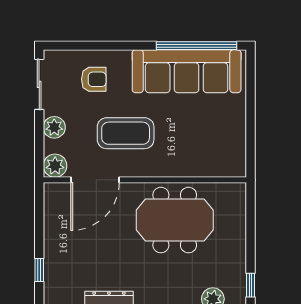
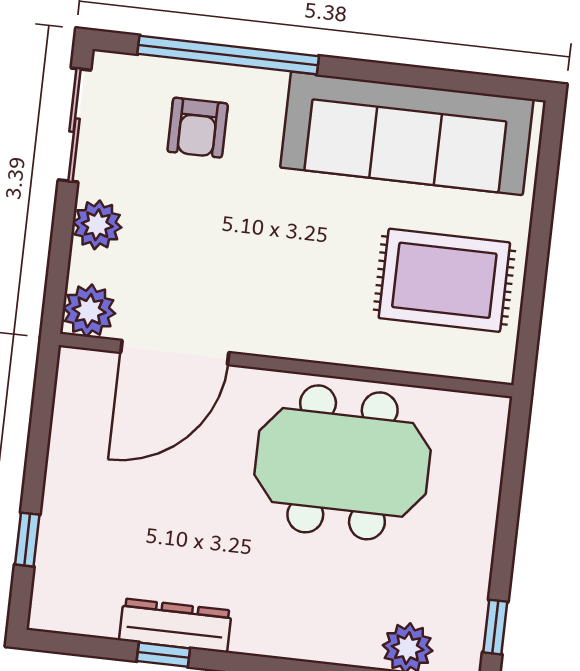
window: (196, 46) -> (228, 55), moved
armchair: (94, 79) -> (198, 128), turned 90
coffee table: (126, 133) -> (255, 256), removed
rug: (211, 134) -> (444, 280), added

